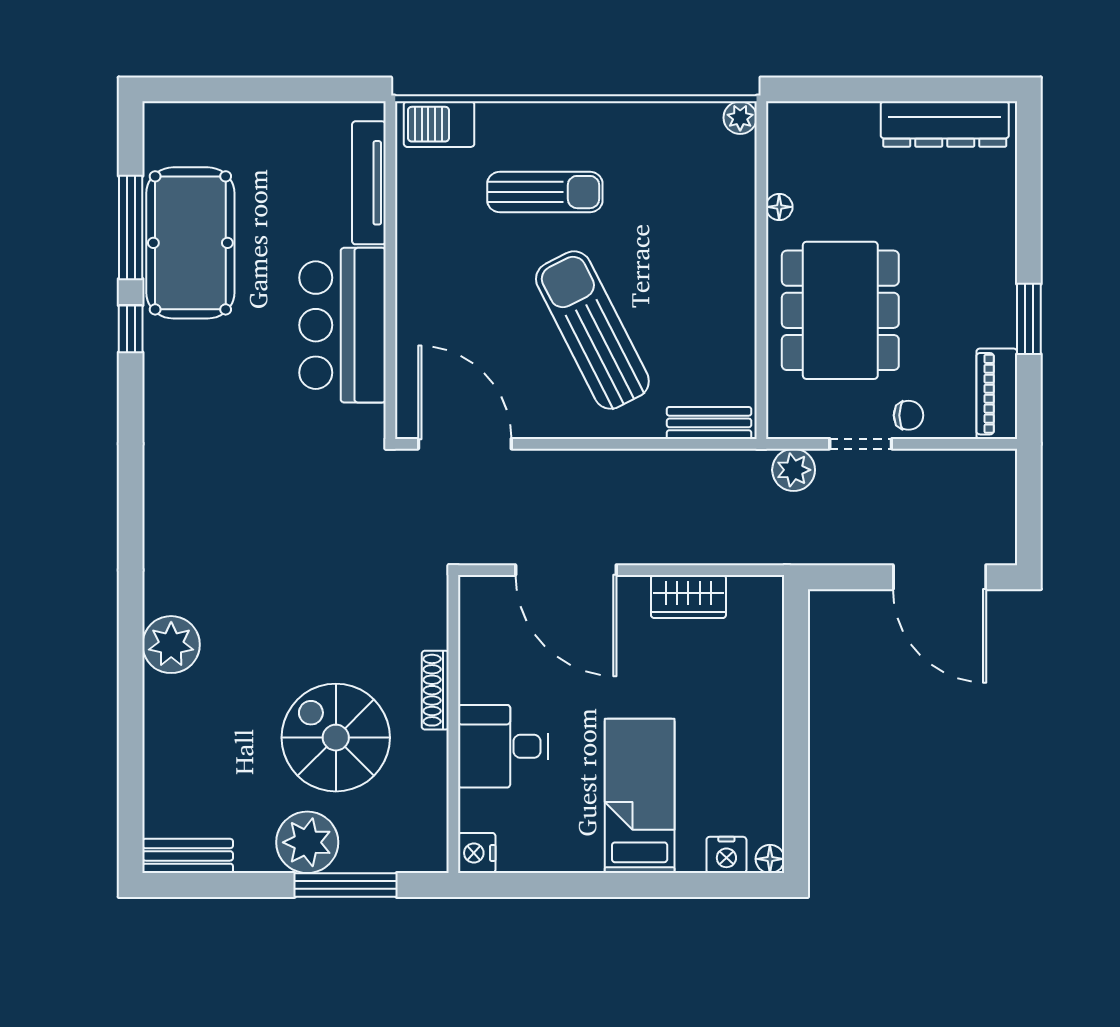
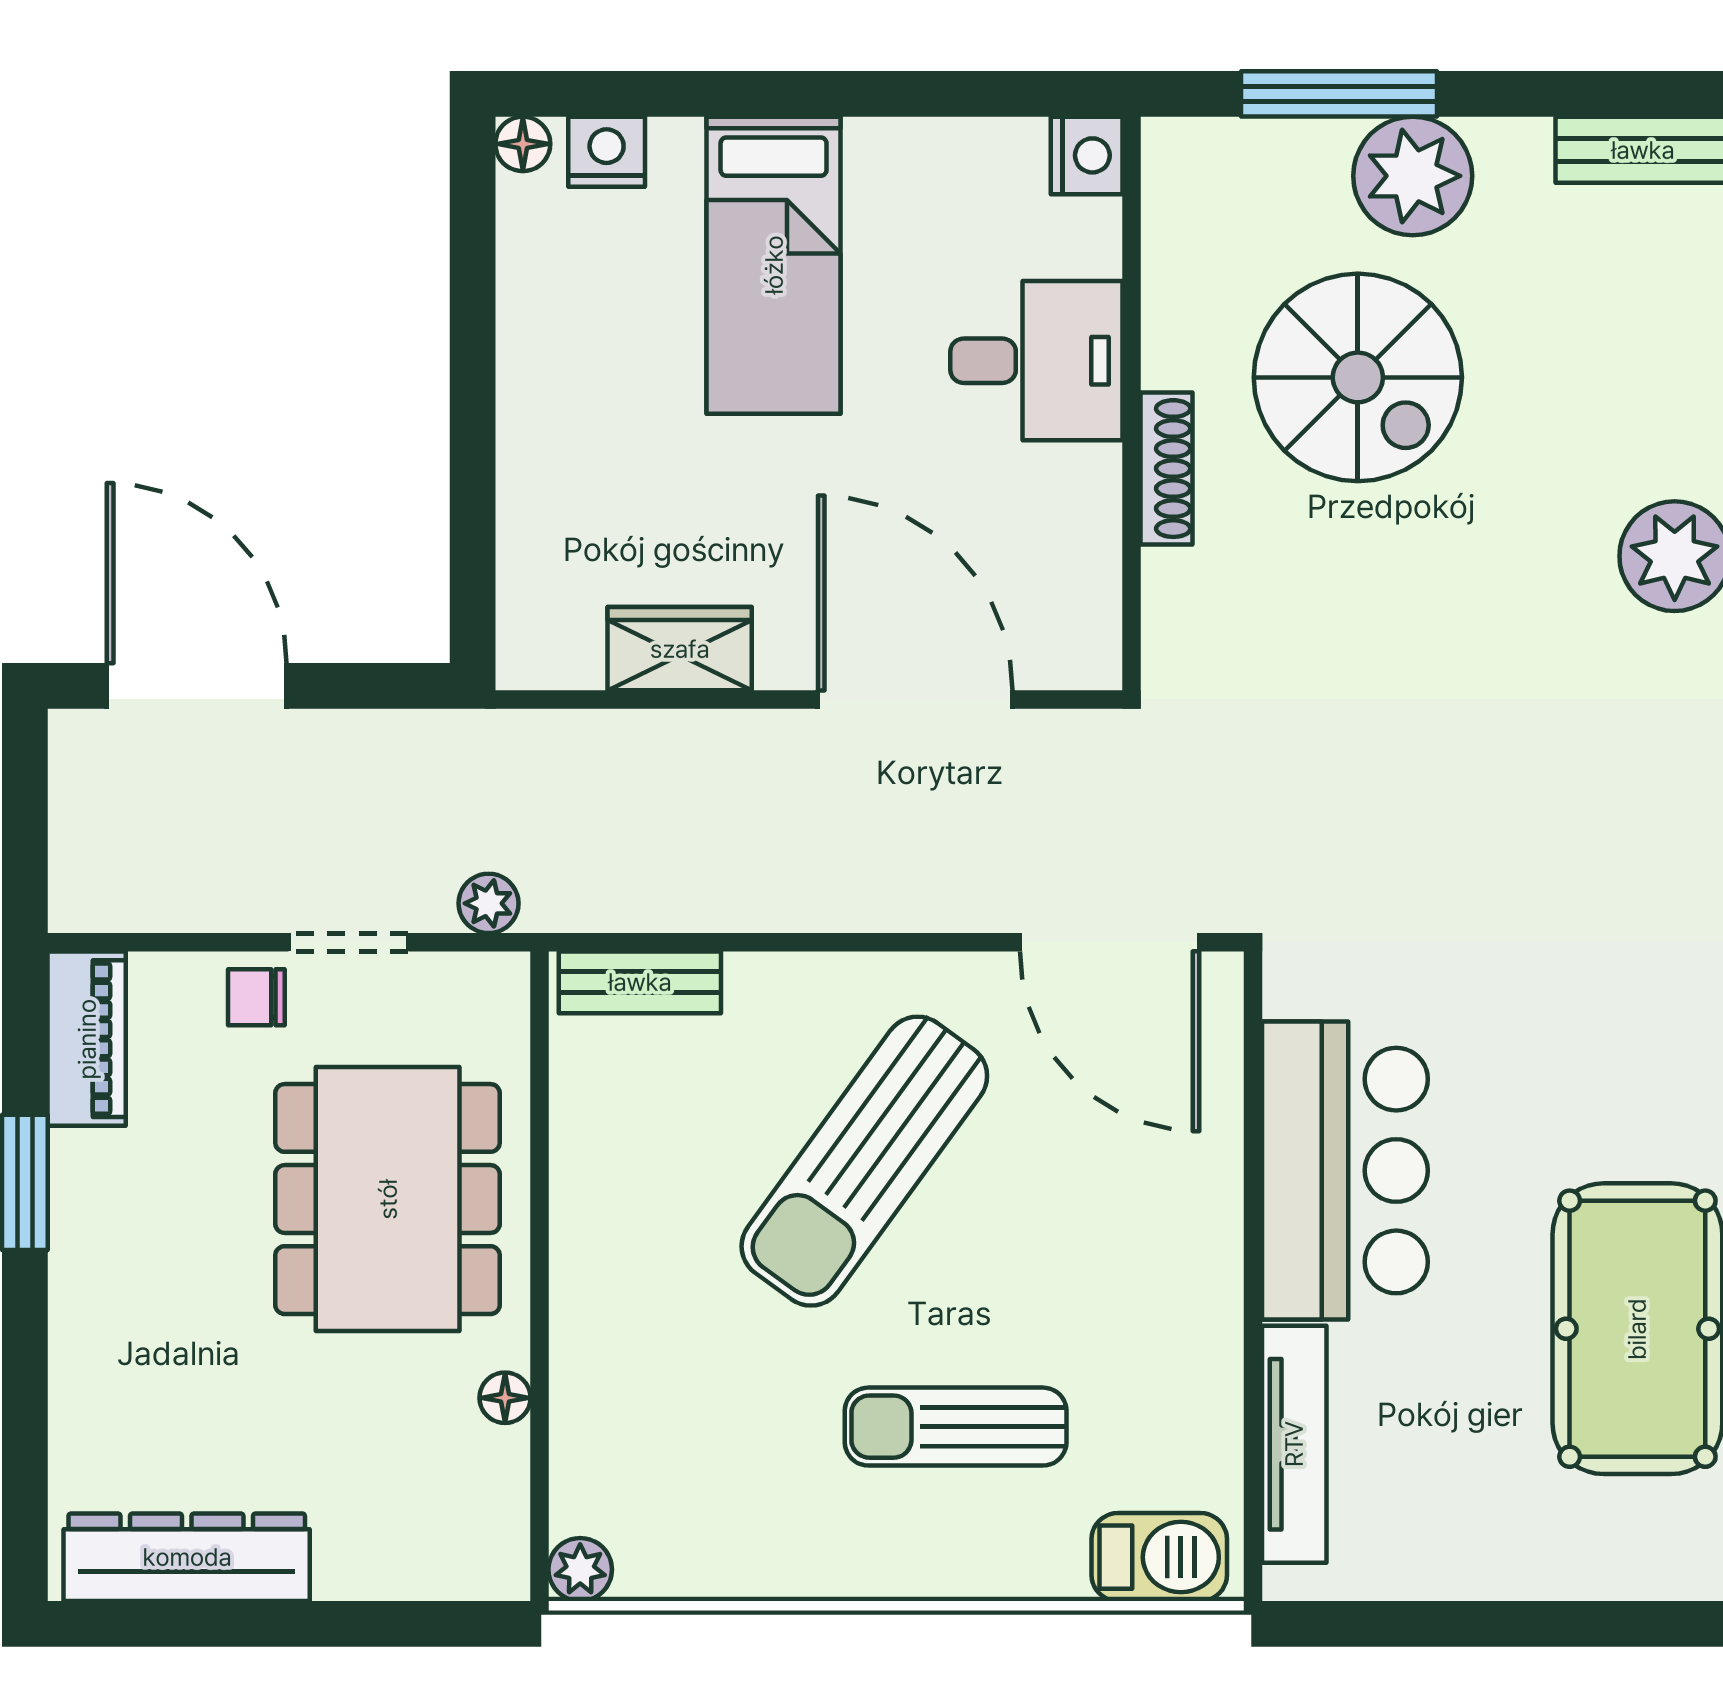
sun lounger: (592, 330) -> (864, 1161), turned 63
plant: (794, 470) -> (489, 903), width x0.73, depth x0.73

